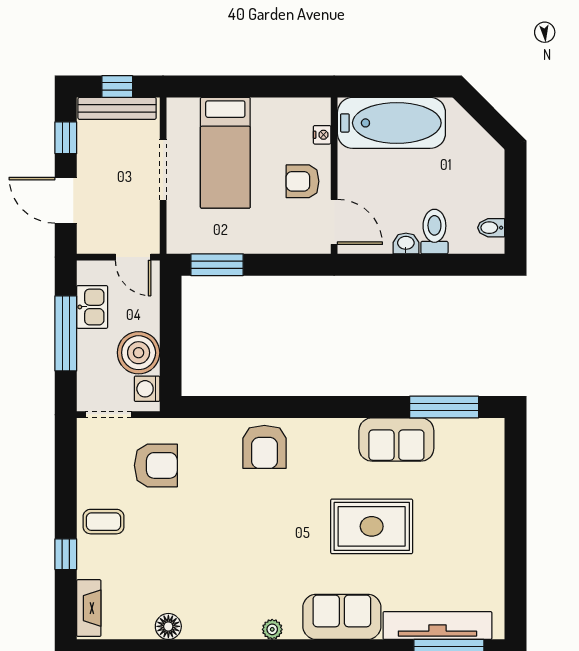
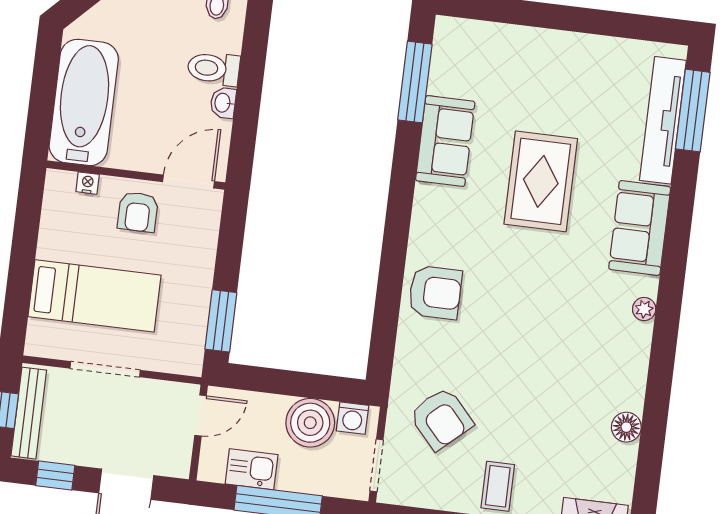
armchair: (156, 465) -> (441, 419), turned 138

